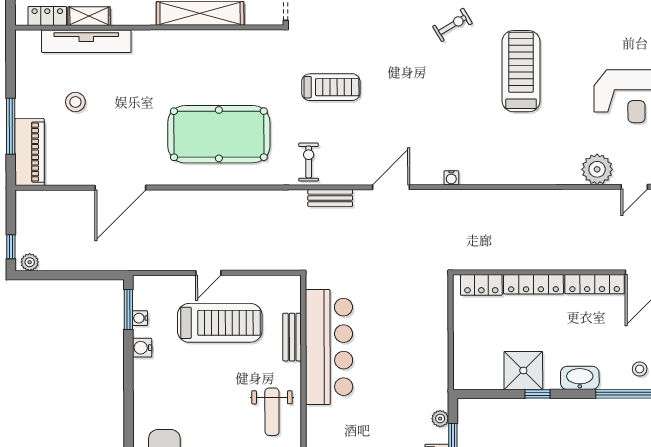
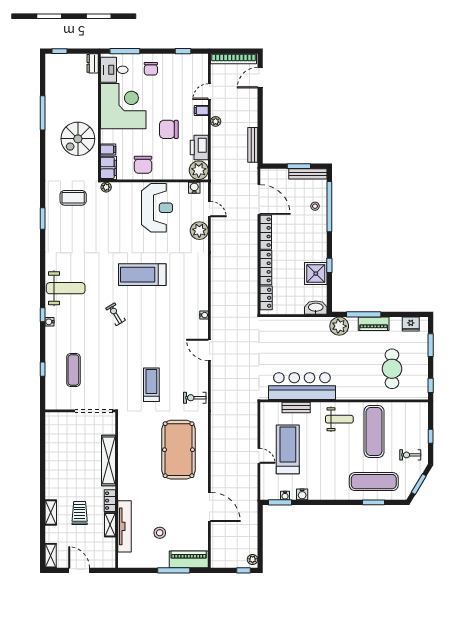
locker: (47, 16) -> (110, 501), moved
bench: (330, 198) -> (216, 385), removed
washbasin: (580, 378) -> (316, 308), moved, turned 90
plant: (440, 419) -> (339, 326), width x1.88, depth x1.88

